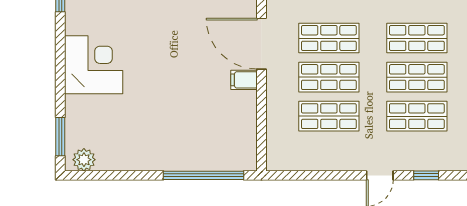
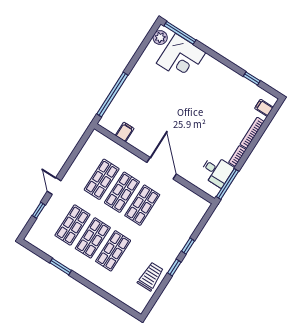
door: (262, 44) -> (162, 168), hinge flipped
corner desk: (94, 65) -> (181, 58), moved
filing cabinet: (244, 80) -> (125, 132), moved
window: (60, 137) -> (180, 33), width x1.44

